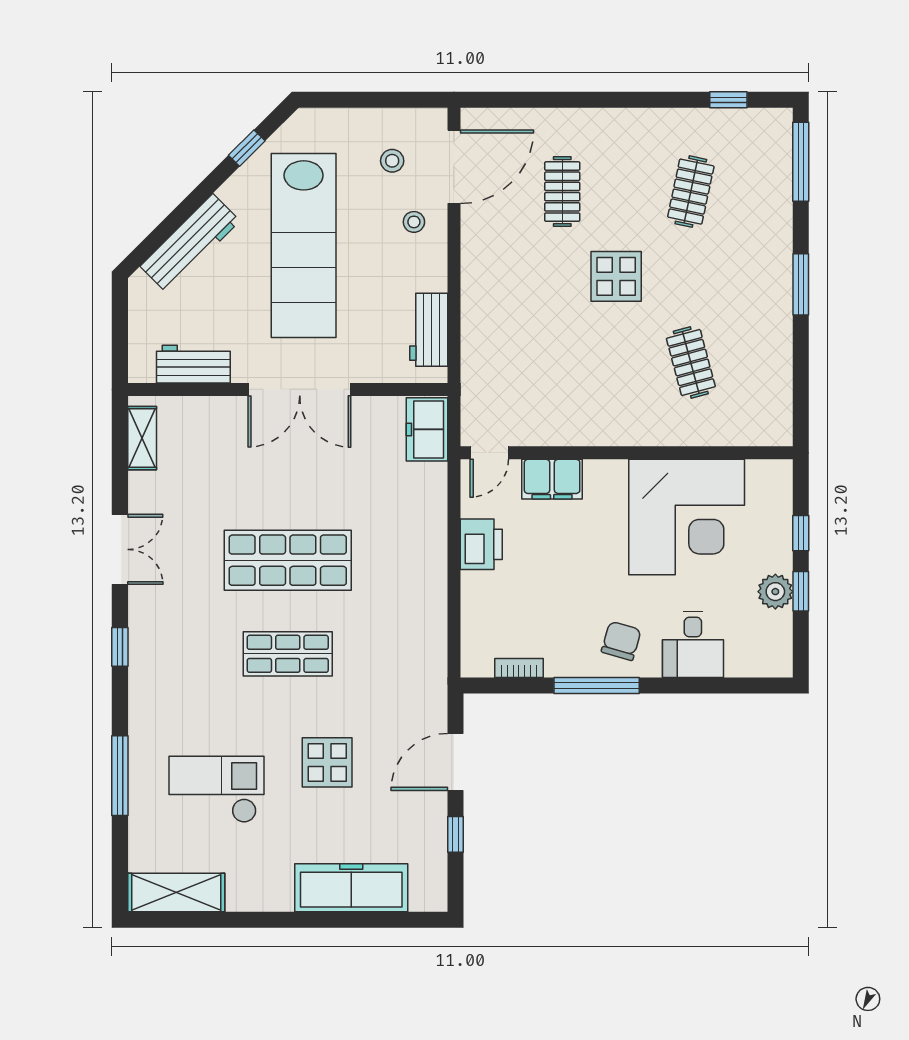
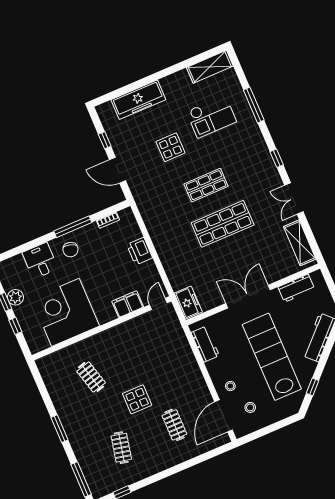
shelving: (142, 438) -> (300, 243), width x1.50, depth x1.33
printer: (481, 544) -> (140, 251), moved
door: (456, 762) -> (118, 170), swing flipped

